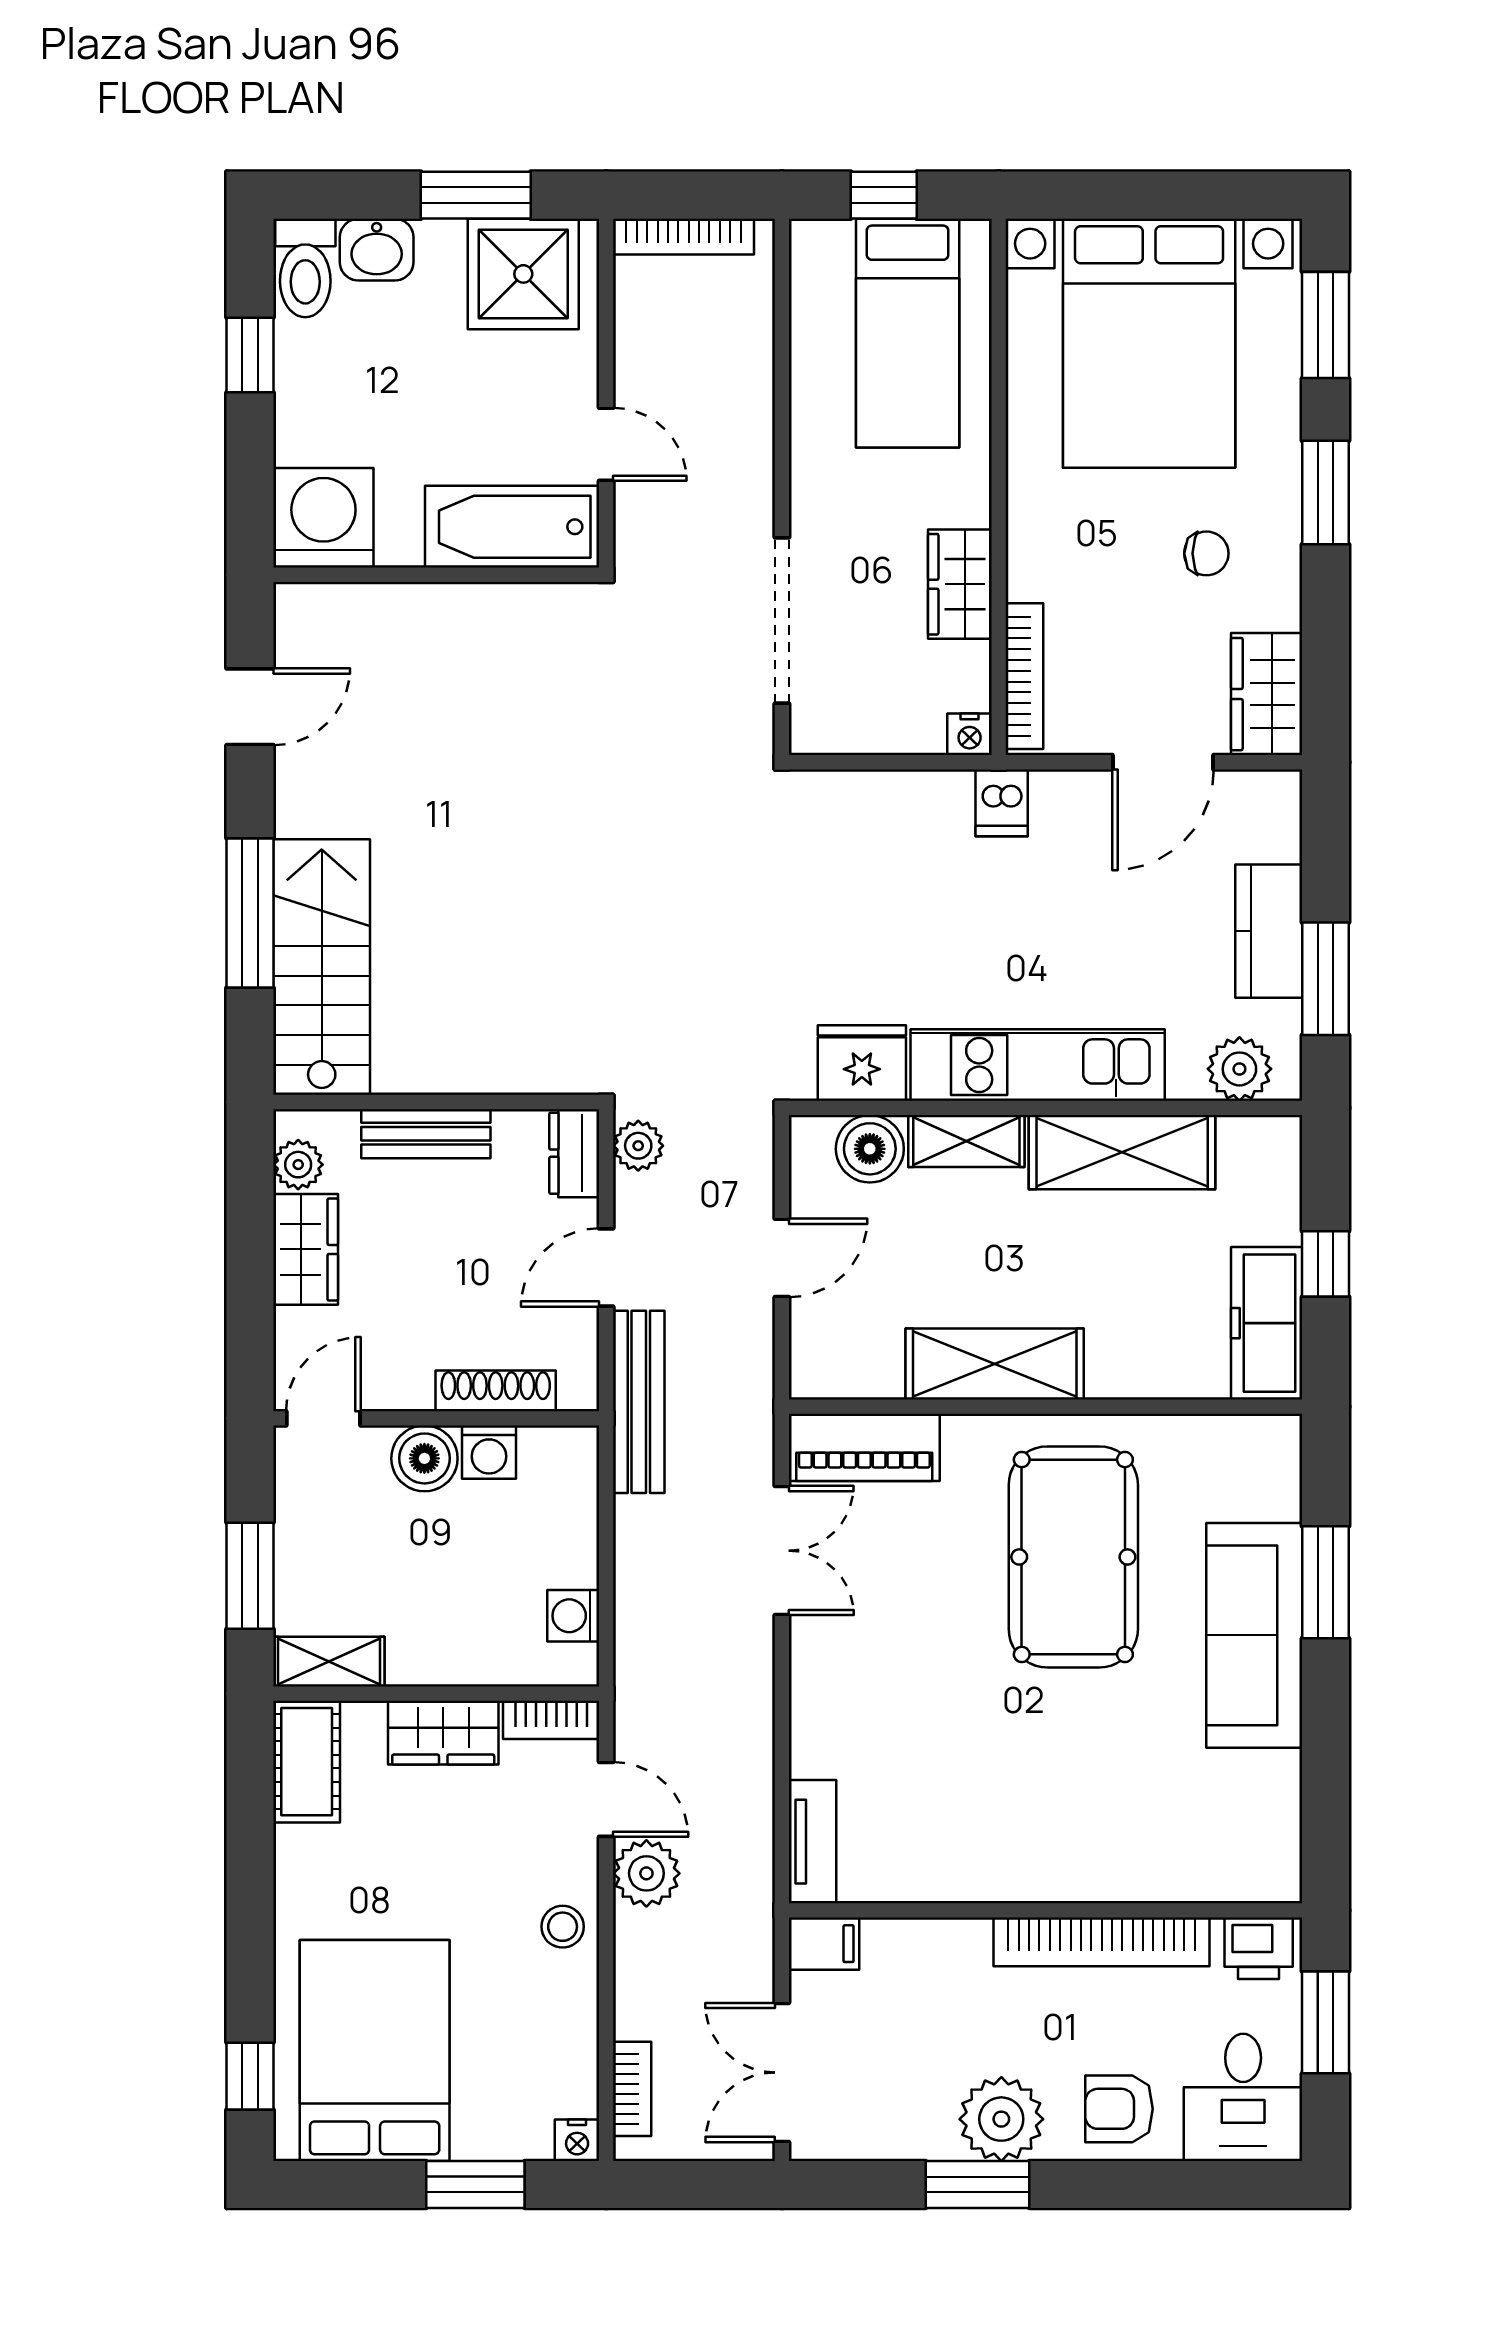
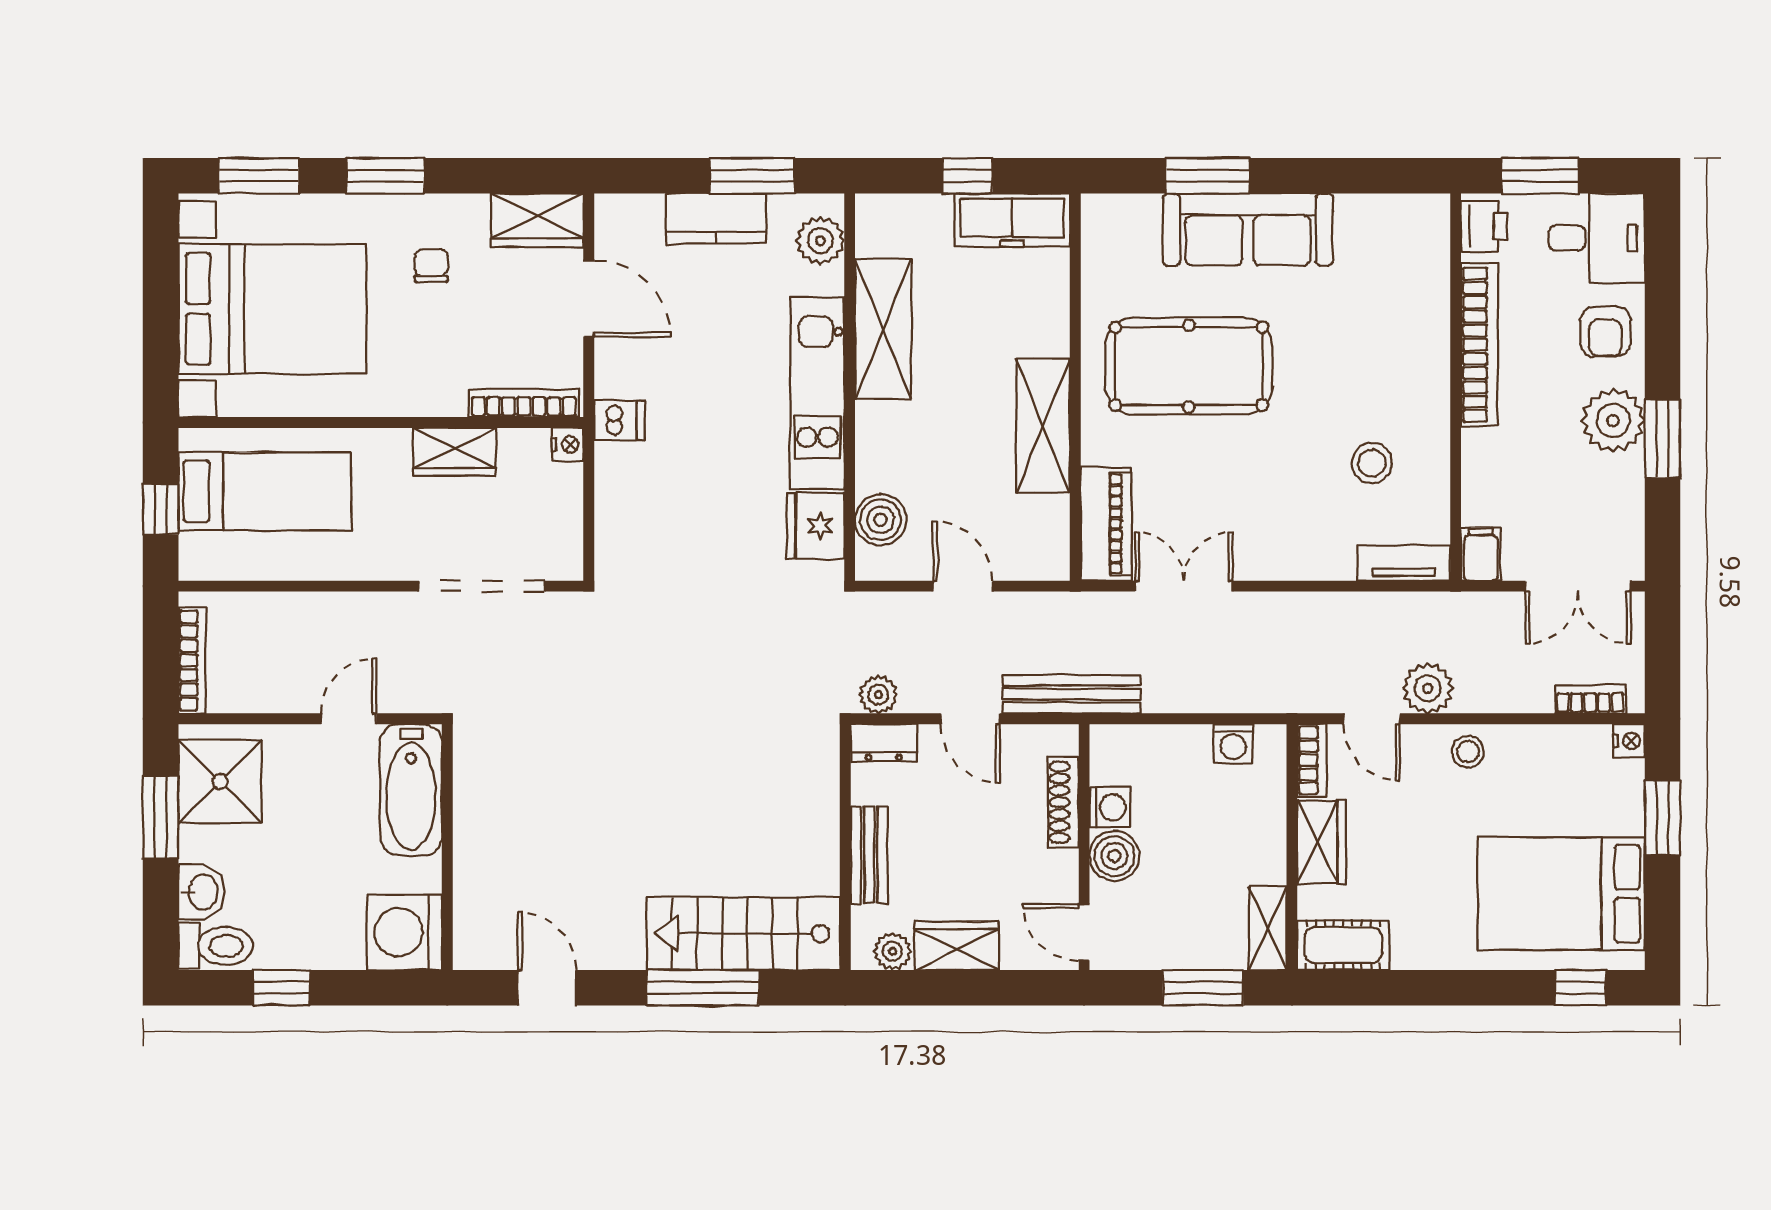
shelving: (966, 1141) -> (875, 447), removed
door: (606, 1799) -> (1372, 719), swing flipped
stool: (945, 1800) -> (1372, 463), added

